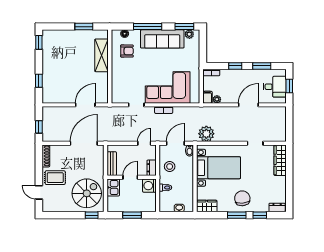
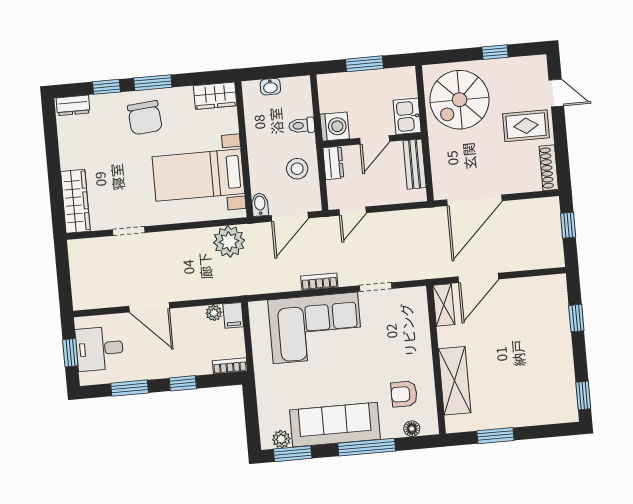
shelving: (104, 93) -> (444, 305), added
door: (248, 105) -> (149, 307), hinge flipped
window: (92, 215) -> (495, 52), moved

